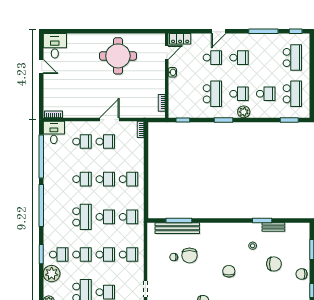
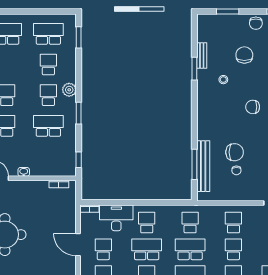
desk: (133, 153) -> (116, 218), added
school desk: (105, 179) -> (147, 249), width x1.85
school desk: (105, 217) -> (190, 249), width x1.85

